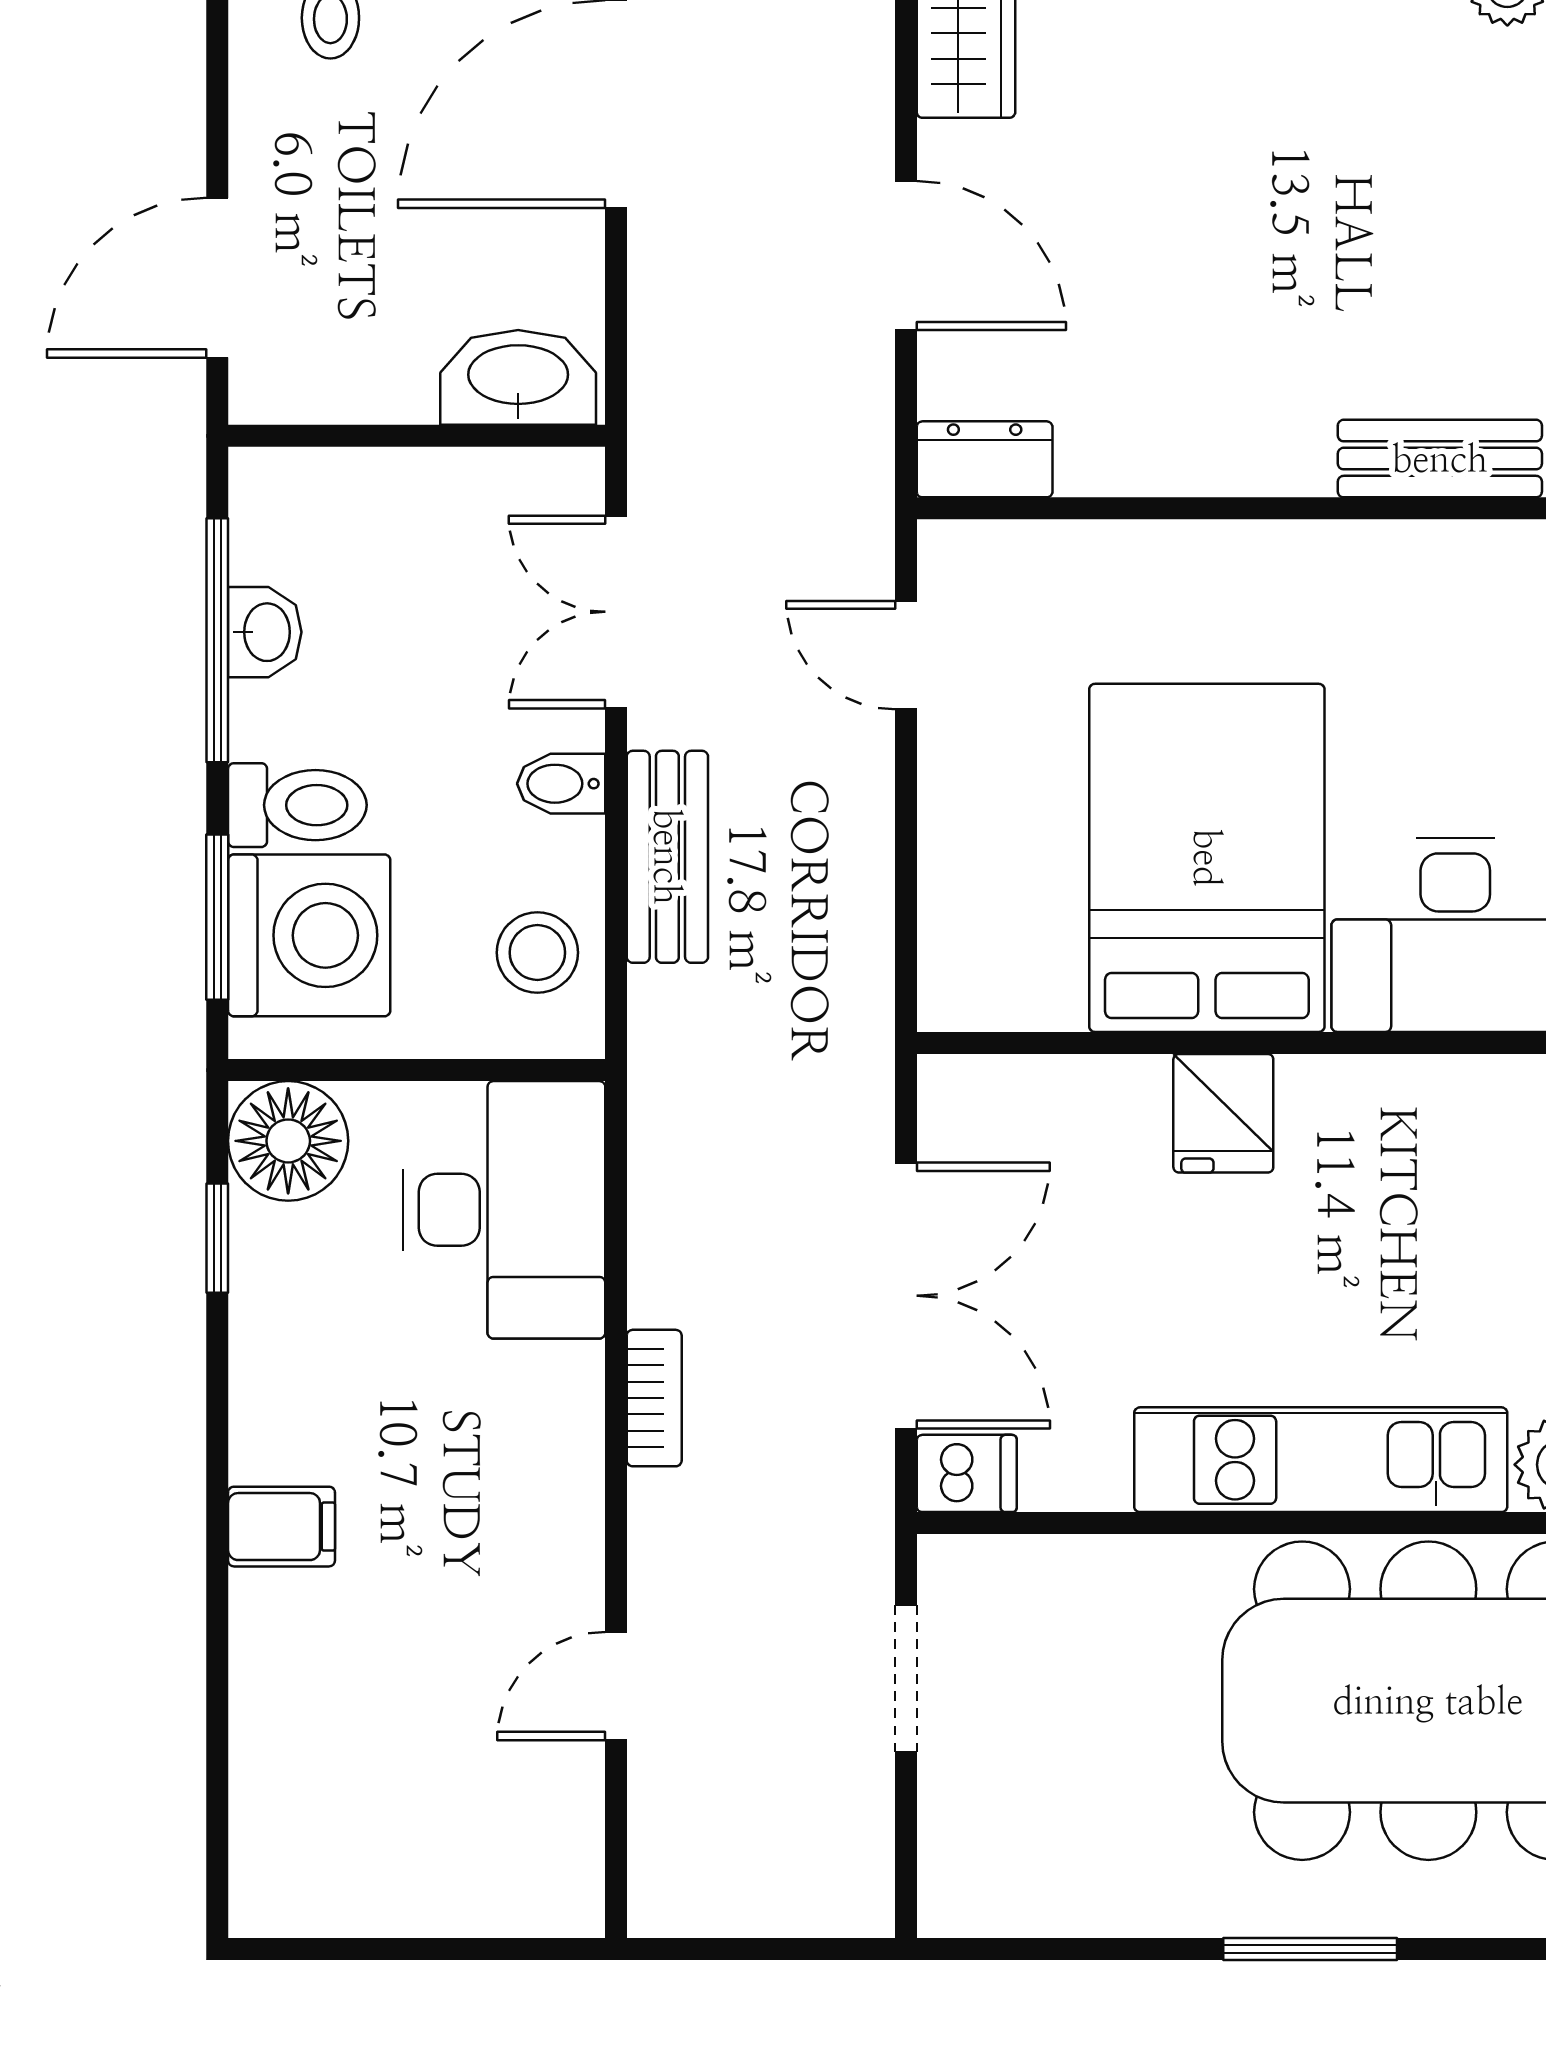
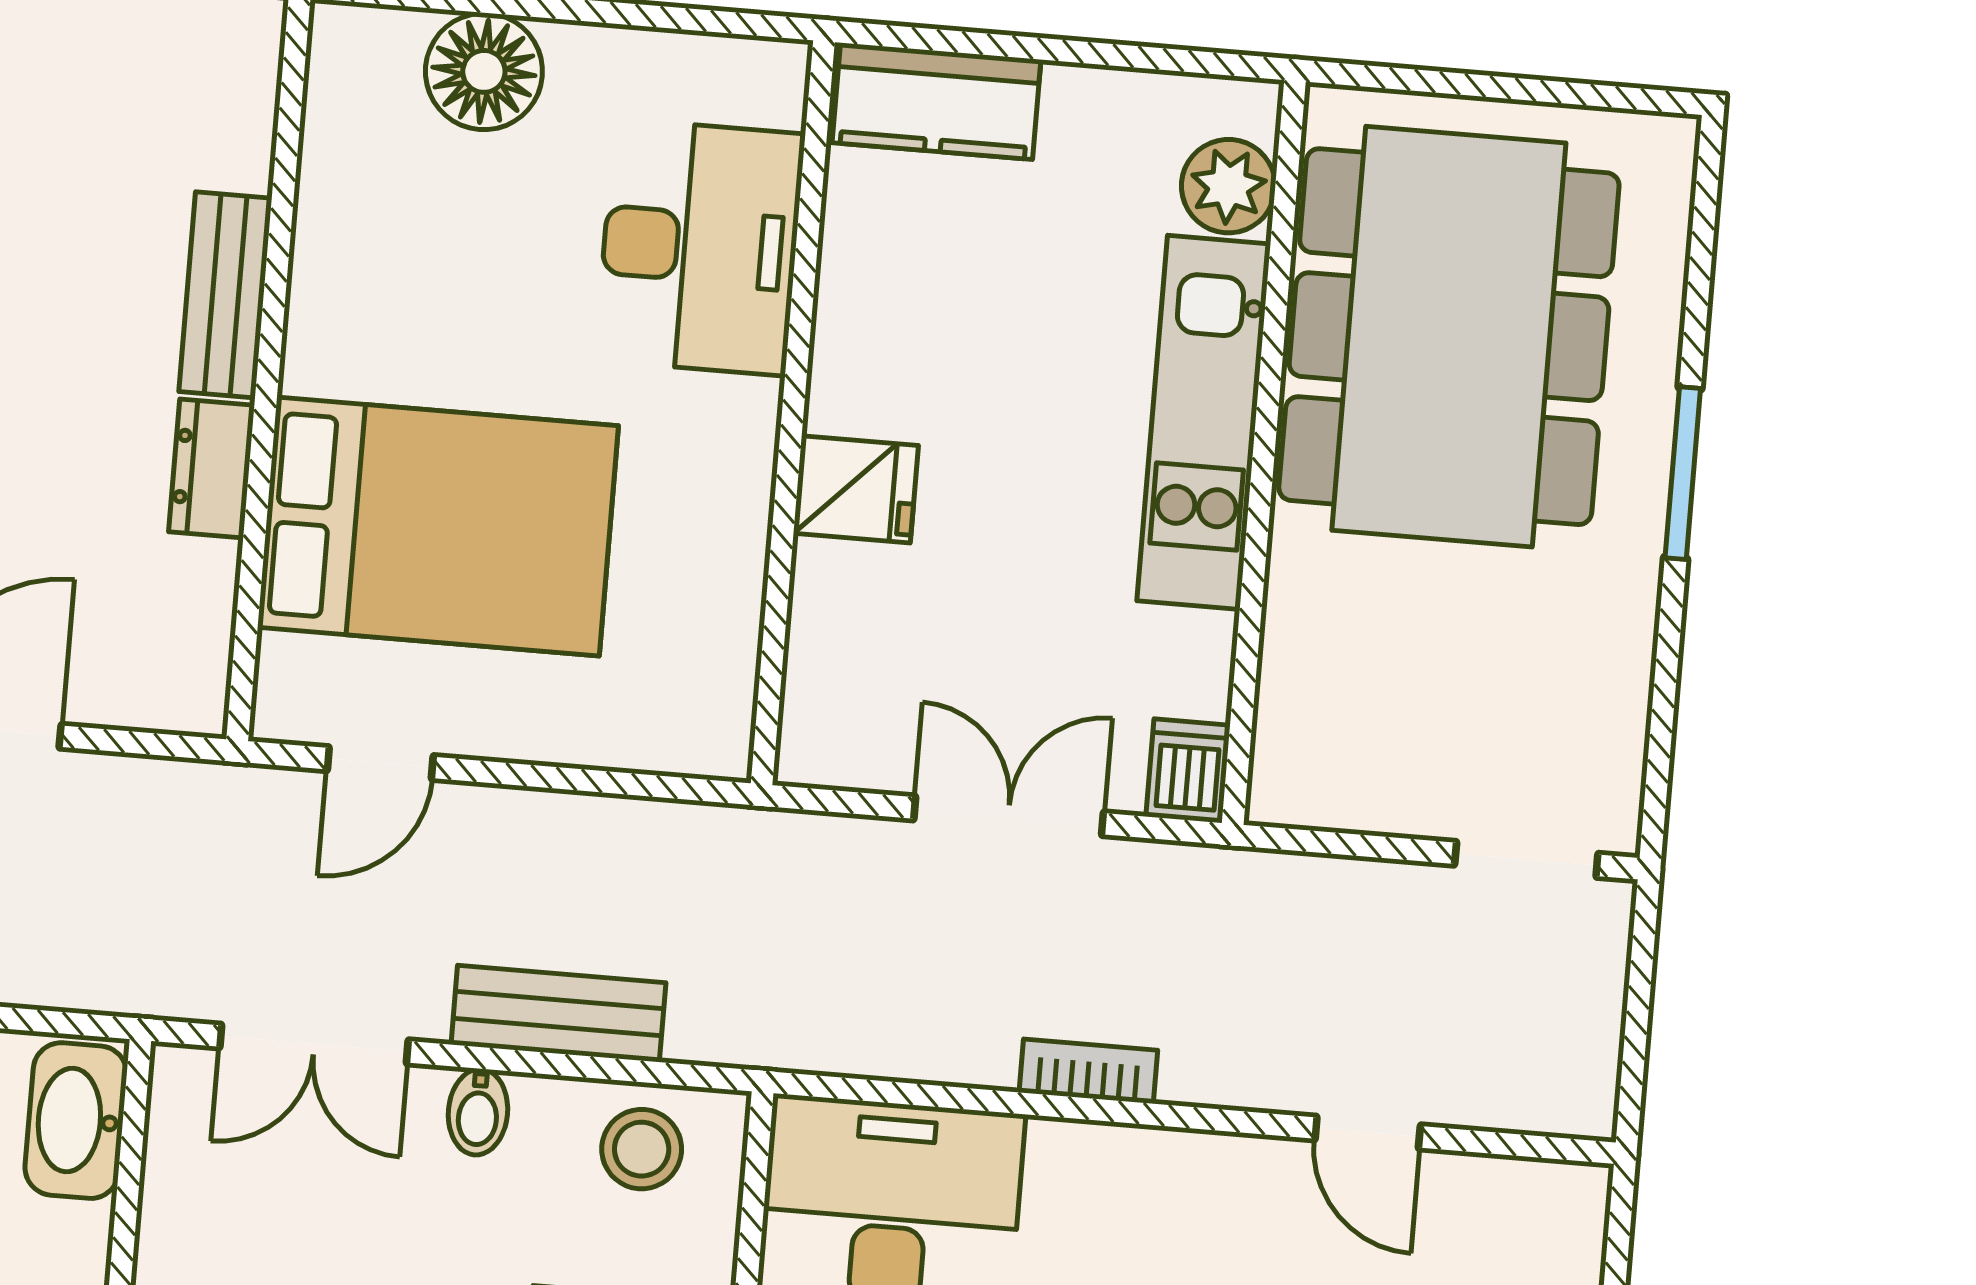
dresser: (985, 459) -> (212, 468), moved
bench: (1440, 459) -> (225, 295), moved
bed: (1207, 858) -> (438, 526), moved, turned 180
double door: (906, 1296) -> (1009, 816), width x0.73
doorway: (906, 1678) -> (1526, 859), moved

